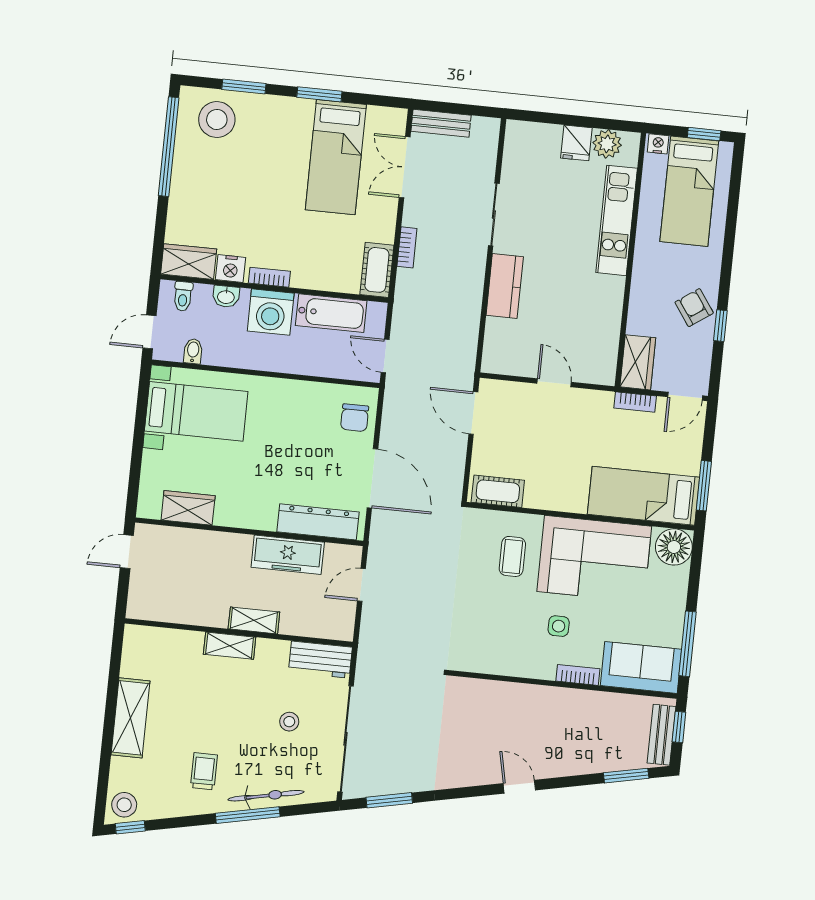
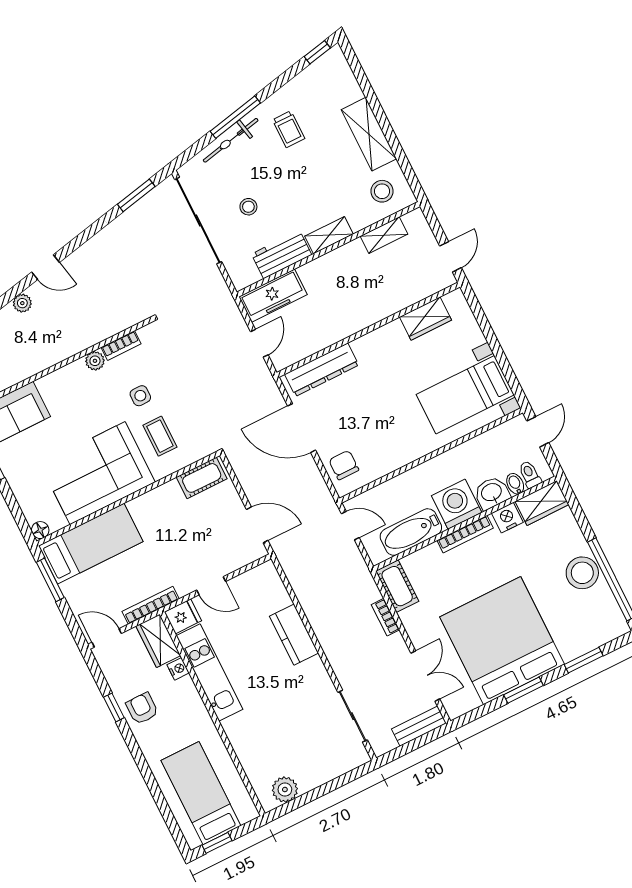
stool: (217, 119) -> (582, 573), moved
fridge: (576, 143) -> (183, 616), moved, turned 90
nightstand: (658, 144) -> (178, 669), moved, turned -90
bed: (336, 157) -> (502, 641), width x2.04
sliding door: (494, 215) -> (353, 716), moved
kitchen unit: (617, 220) -> (209, 673), moved
bookcase: (269, 277) -> (465, 534), width x1.56
washbasin: (226, 297) -> (492, 493), width x1.38, depth x1.45
armchair: (694, 308) -> (142, 708), turned -145
bidet: (193, 351) -> (515, 484), moved, turned 180
door: (685, 396) -> (107, 638), hinge flipped
bookcase: (635, 402) -> (151, 605), width x1.56
floor lamp: (674, 547) -> (40, 530), width x0.53, depth x0.53
freezer: (288, 555) -> (273, 296), moved, turned 180
shelving: (254, 620) -> (384, 235), moved
side table: (559, 626) -> (140, 396), moved
workbench: (320, 660) -> (282, 254), moved
plant: (529, 668) -> (95, 361), added
bookcase: (578, 675) -> (121, 346), moved
plant: (563, 766) -> (22, 303), added
stool: (124, 805) -> (382, 191), moved

